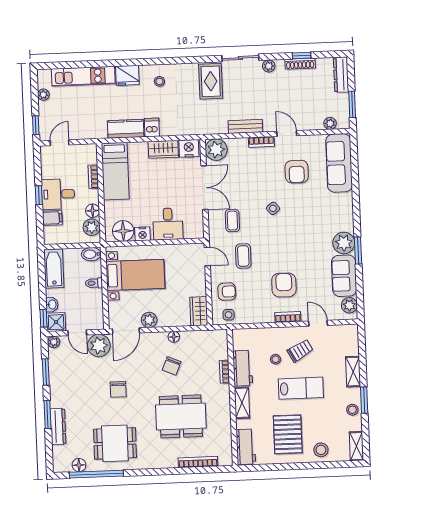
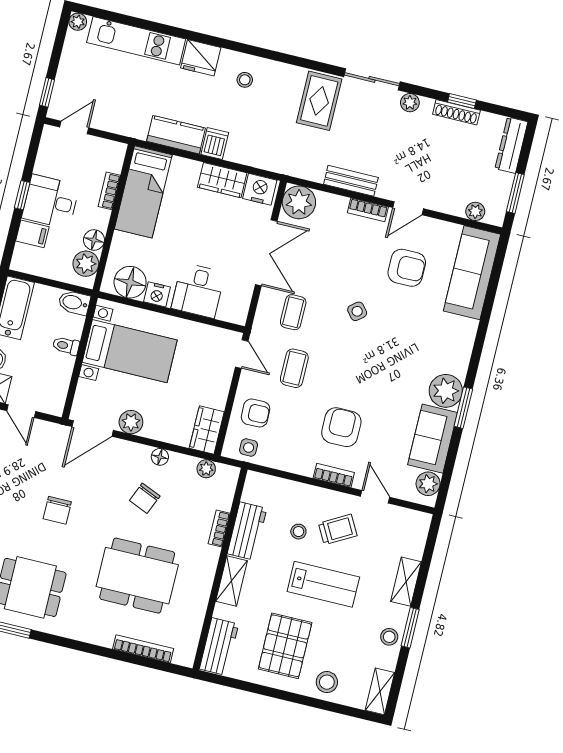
plant: (43, 95) -> (78, 22), moved
door: (287, 134) -> (408, 208), swing flipped
armchair: (297, 172) -> (407, 268), turned -90
plant: (99, 346) -> (206, 469), moved, width x0.53, depth x0.53

